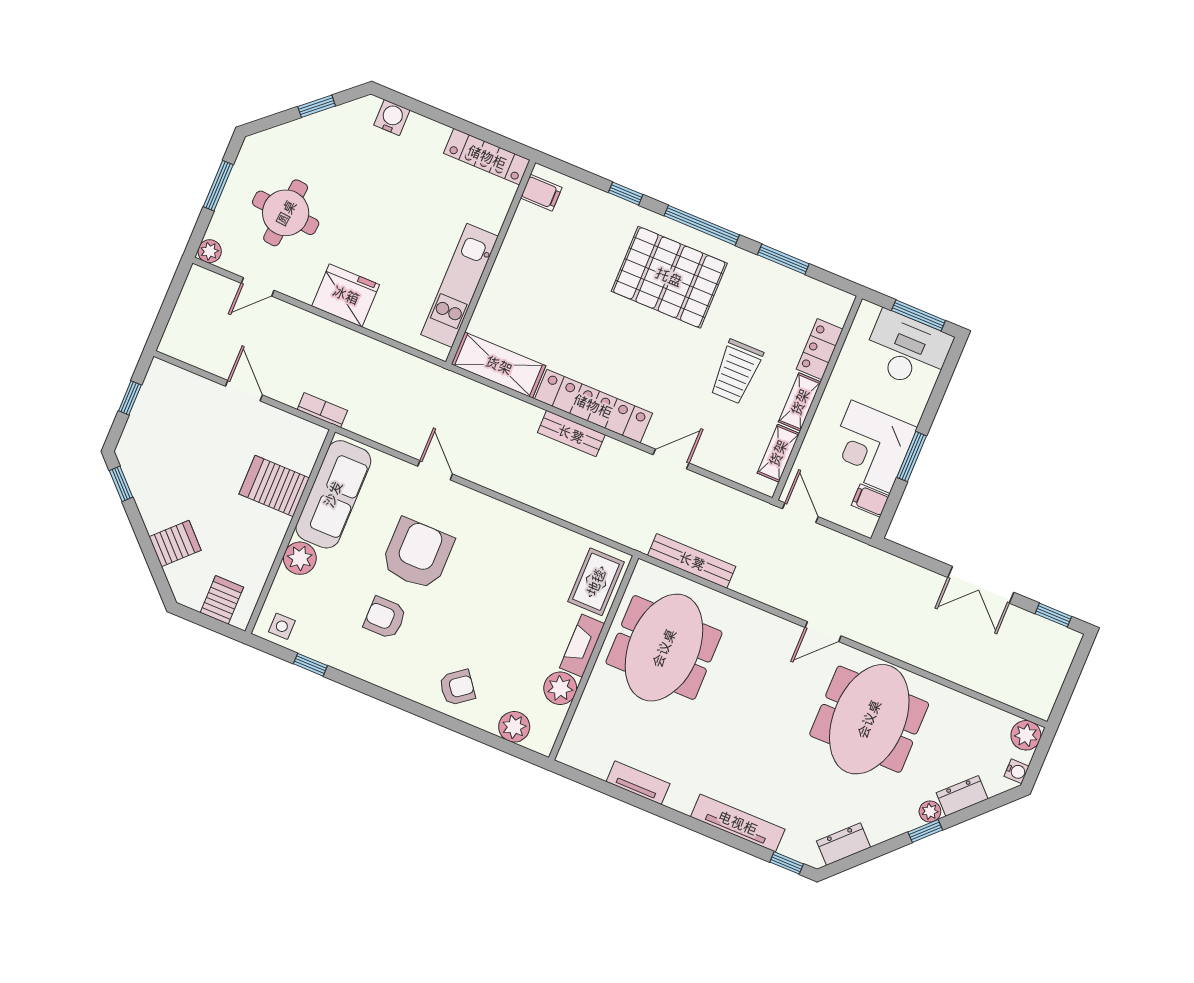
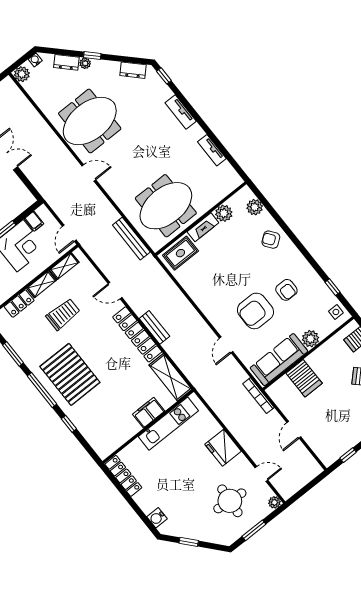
filing cabinet: (541, 193) -> (149, 413), moved, width x2.00
bookcase: (322, 410) -> (258, 396), width x1.56
tv unit: (738, 823) -> (181, 112), width x0.71

